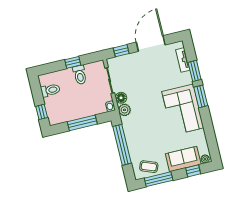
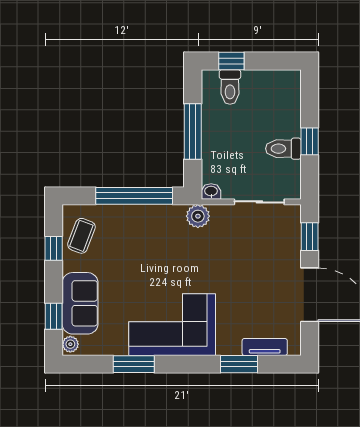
toilet: (50, 90) -> (230, 87), moved
window: (201, 96) -> (134, 364), moved
floor lamp: (121, 98) -> (222, 215), removed
window: (159, 179) -> (54, 248), width x0.46

